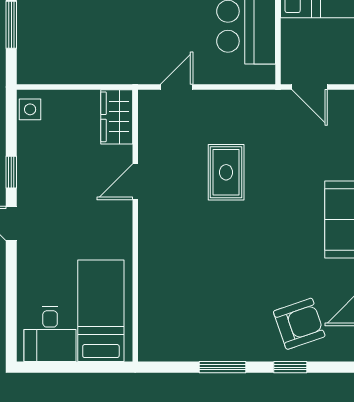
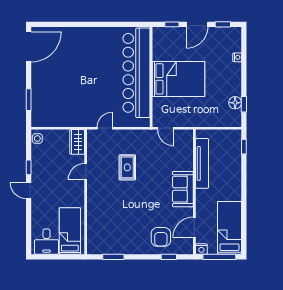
armchair: (299, 324) -> (161, 237), turned 109
window: (222, 367) -> (113, 257), moved
window: (290, 367) -> (169, 257), moved

